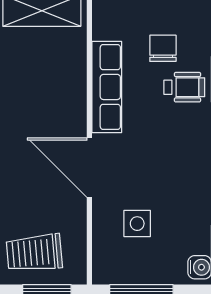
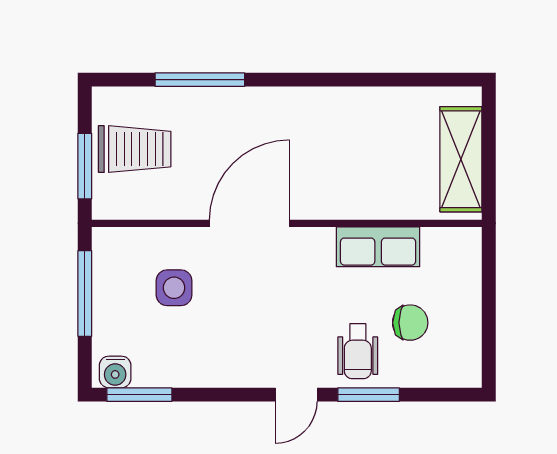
row of seats: (107, 87) -> (378, 247), width x0.68
trolley: (34, 253) -> (135, 149), turned 95

